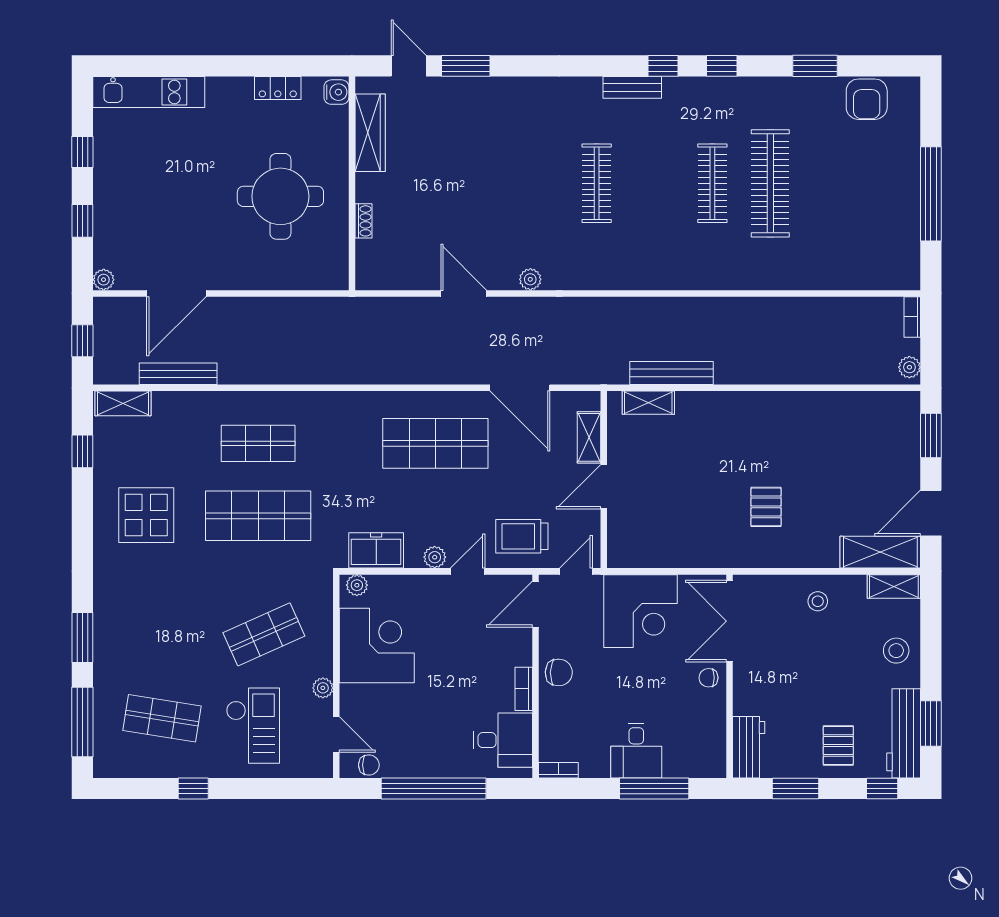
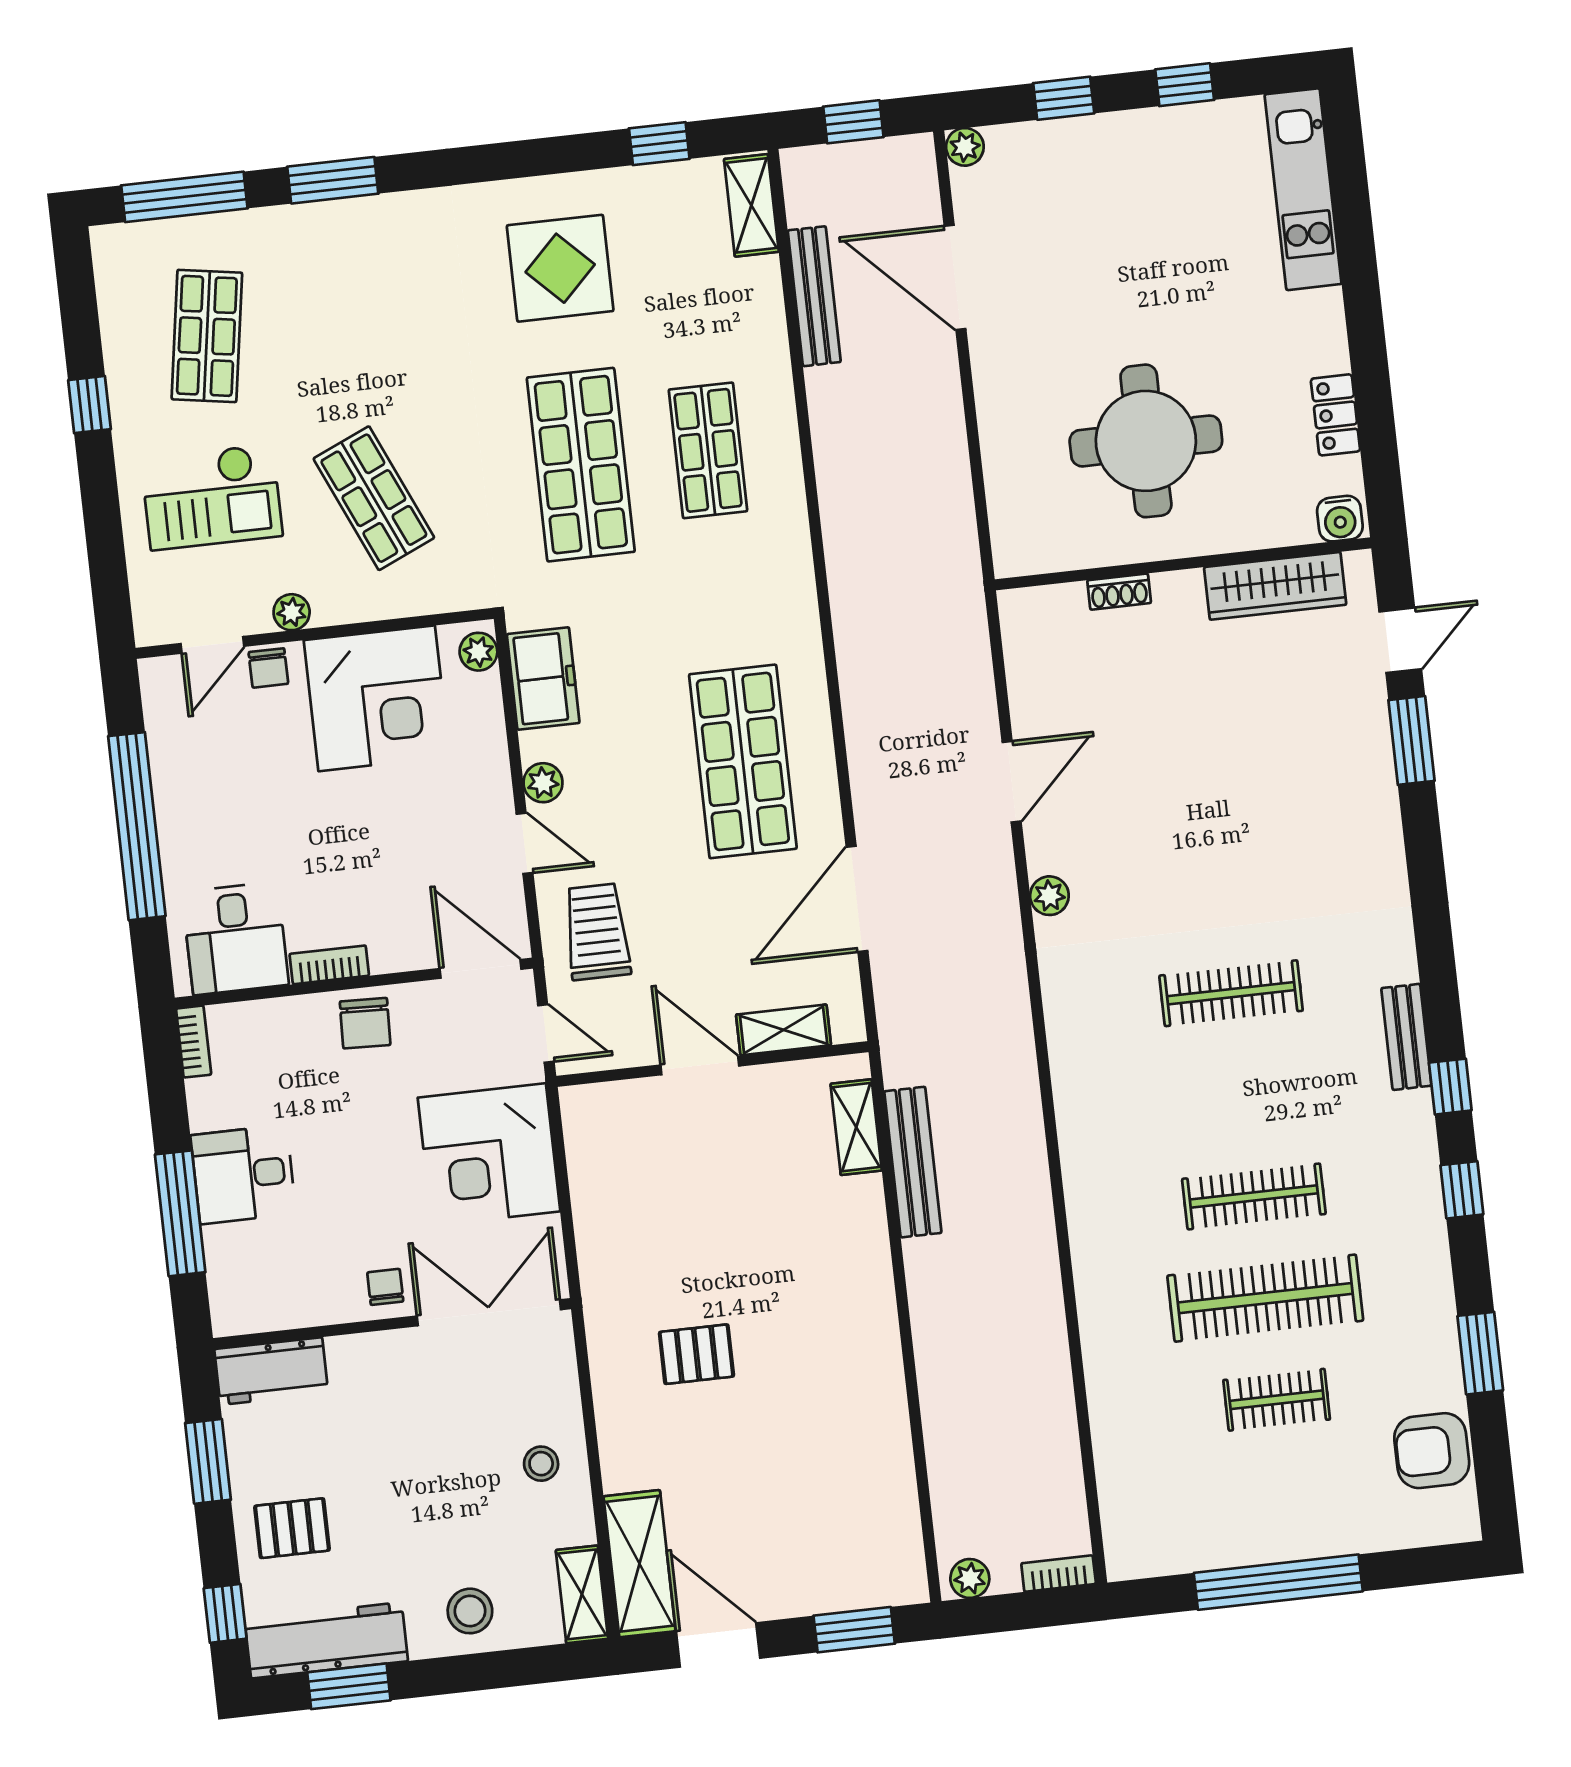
clothes rail: (828, 183) -> (1277, 1400), added
chair: (369, 765) -> (268, 668), moved

